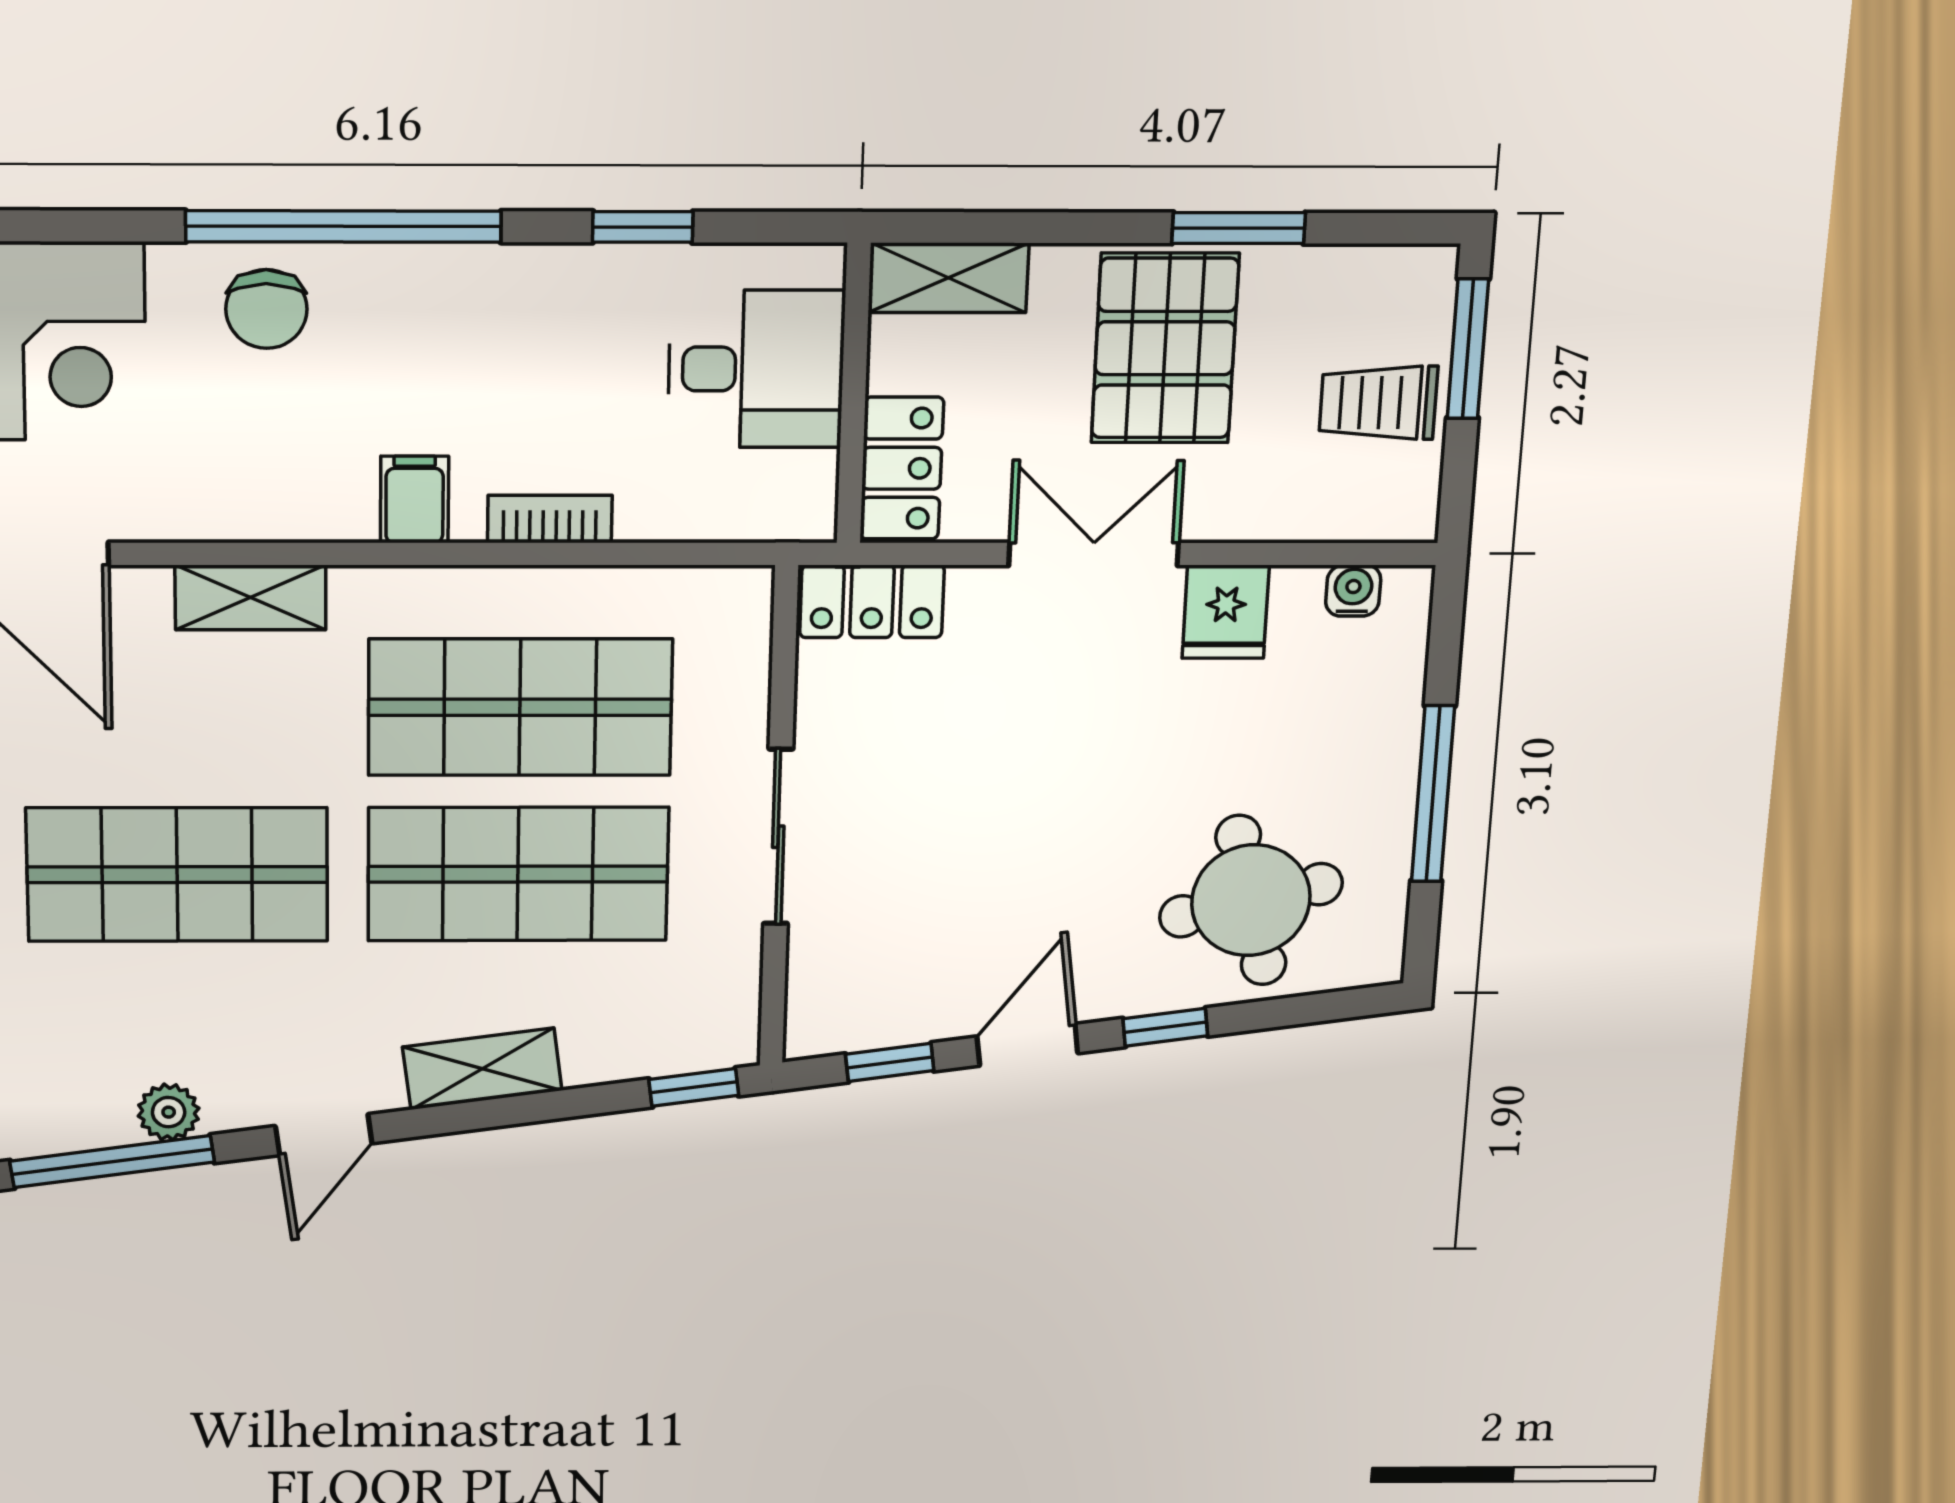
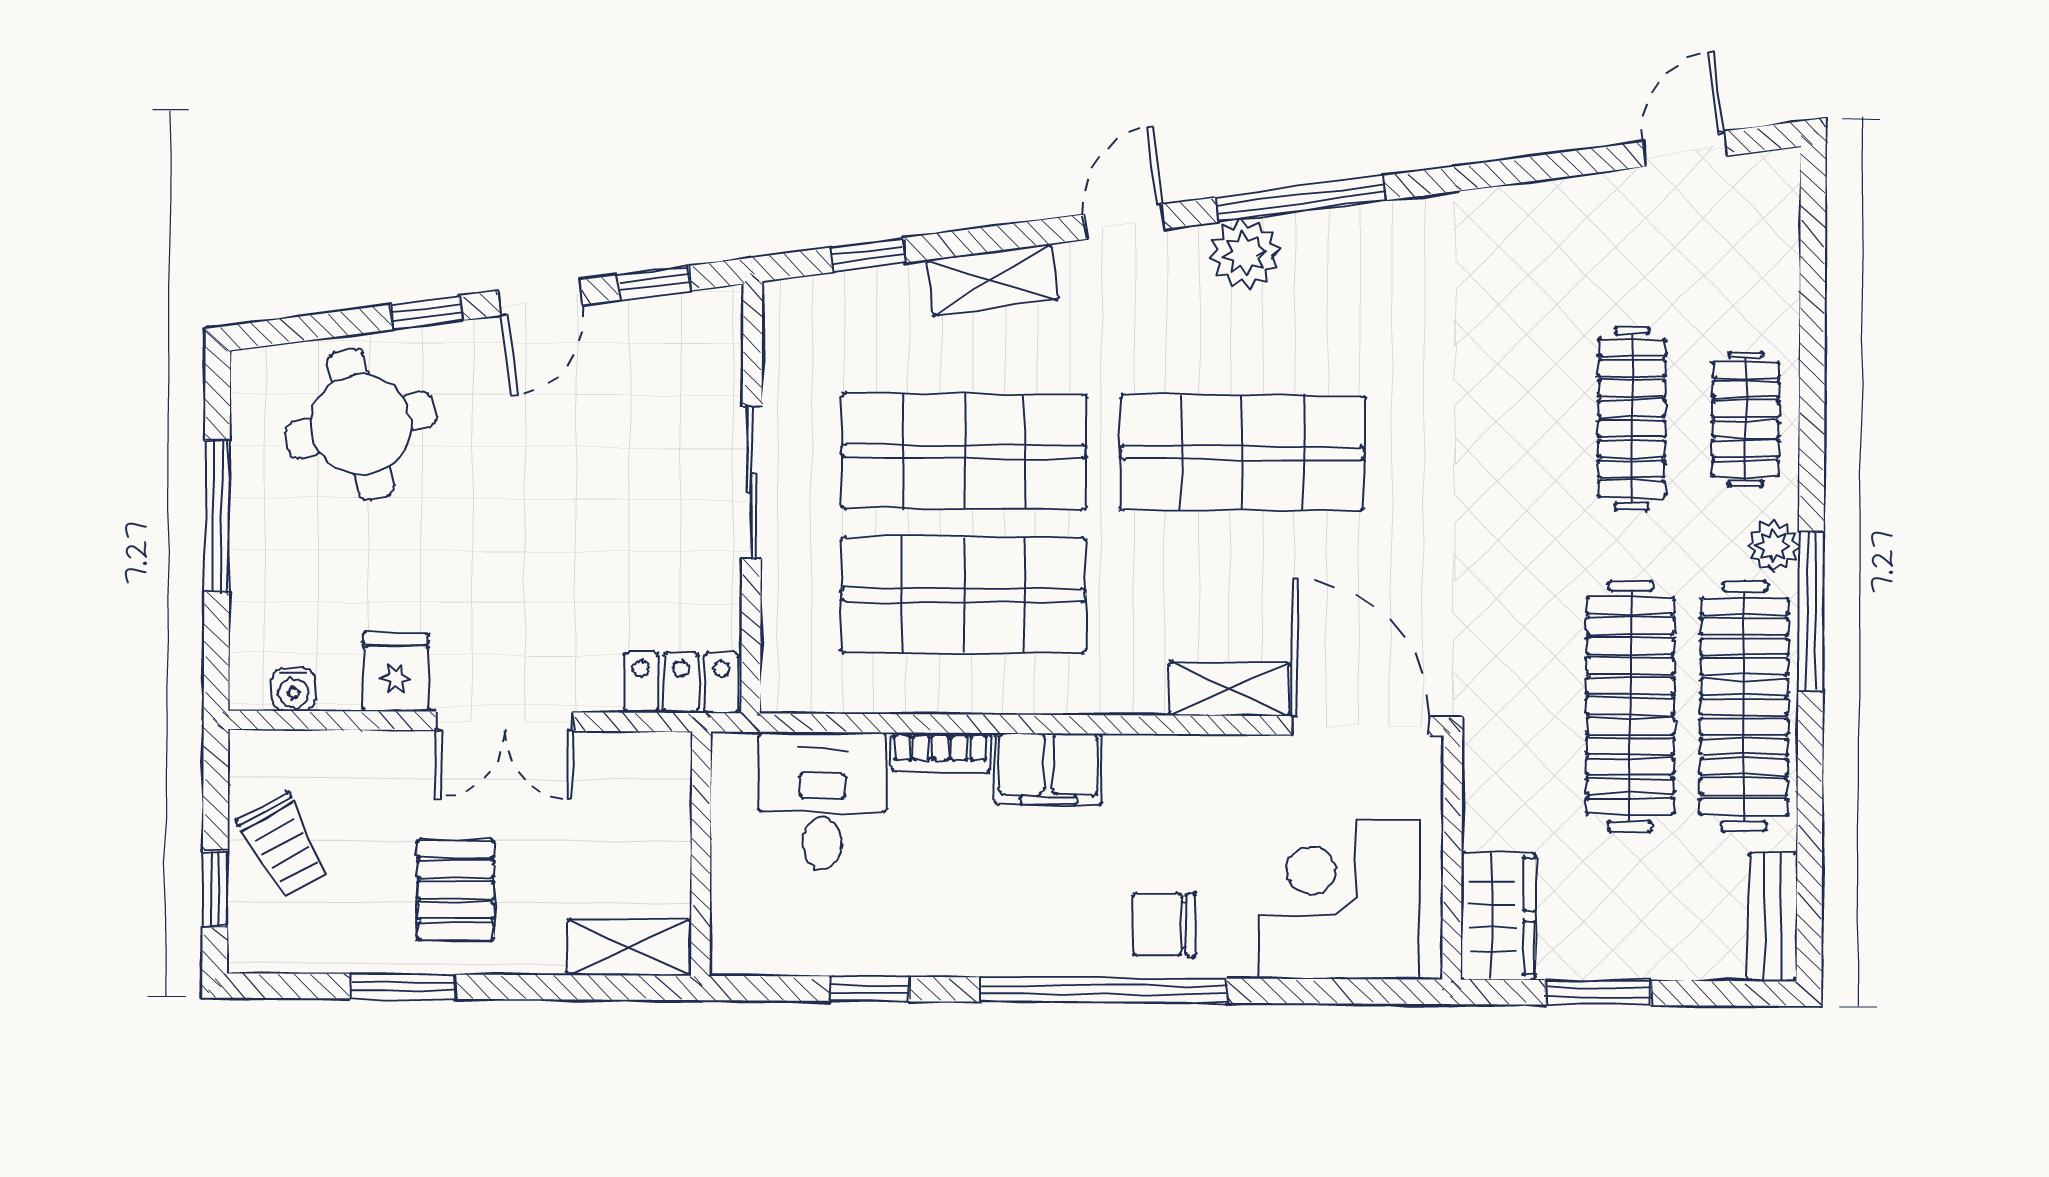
chair: (266, 309) -> (1165, 924), turned -90
pallet: (1165, 348) -> (456, 890), width x0.67, depth x0.71
window: (1468, 349) -> (215, 889), width x0.67
desk: (756, 369) -> (822, 801), moved, turned 90
trolley: (1378, 403) -> (283, 845), turned 61
locker: (902, 468) -> (661, 793), removed
filing cabinet: (414, 500) -> (1048, 769), width x2.00
shelving: (250, 597) -> (1229, 689), moved
window: (694, 1087) -> (868, 255), moved
plant: (169, 1112) -> (1245, 254), width x1.38, depth x1.38

